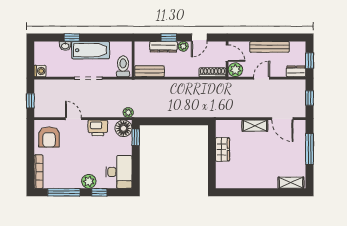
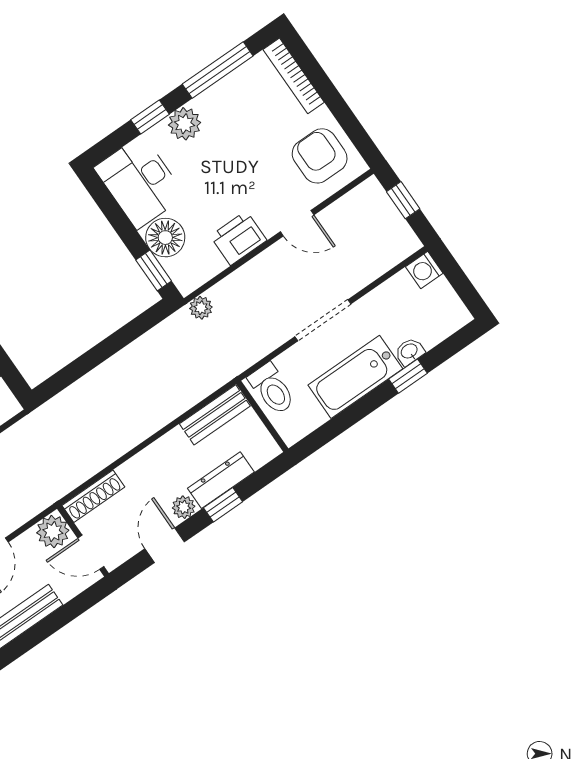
floor lamp: (124, 128) -> (165, 238), moved

